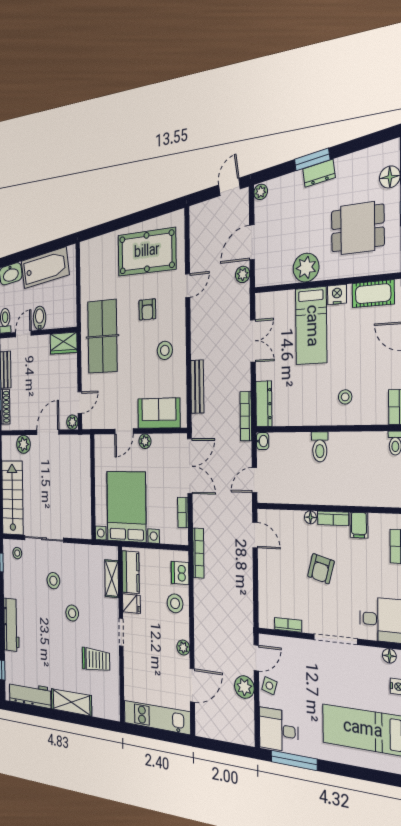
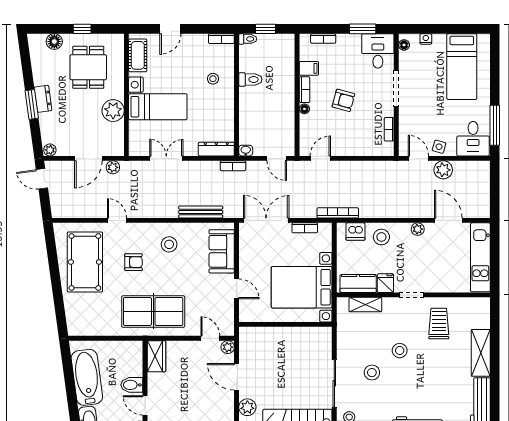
door: (252, 242) -> (88, 158), hinge flipped
bookcase: (246, 416) -> (233, 166), width x0.64
plant: (145, 441) -> (245, 266), removed
toilet: (320, 447) -> (250, 79), moved

